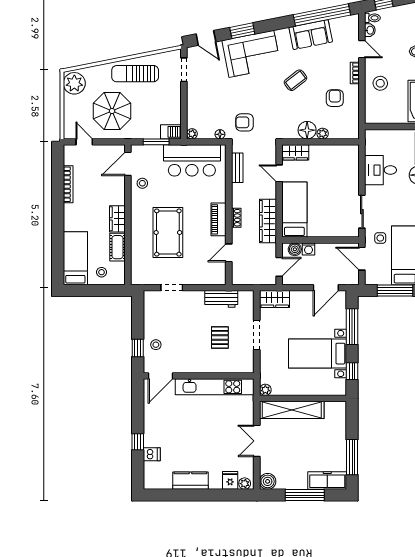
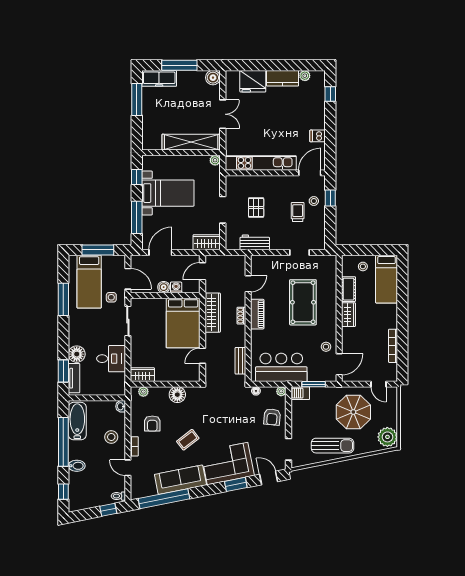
washbasin: (370, 30) -> (121, 406), moved
sofa: (311, 35) -> (180, 480), width x1.36
armchair: (245, 122) -> (272, 417), moved, turned 95
plant: (323, 134) -> (143, 392), moved
wardrobe: (295, 152) -> (142, 375), moved
door: (279, 173) -> (202, 356), swing flipped
bed: (294, 210) -> (183, 323), width x1.50
boiler: (295, 249) -> (164, 287), moved
trolley: (174, 333) -> (298, 212), added
window: (138, 442) -> (330, 94), moved
dishwasher: (152, 454) -> (318, 136), moved
fridge: (230, 480) -> (253, 81), width x1.88, depth x1.34
plant: (245, 484) -> (305, 76), moved

